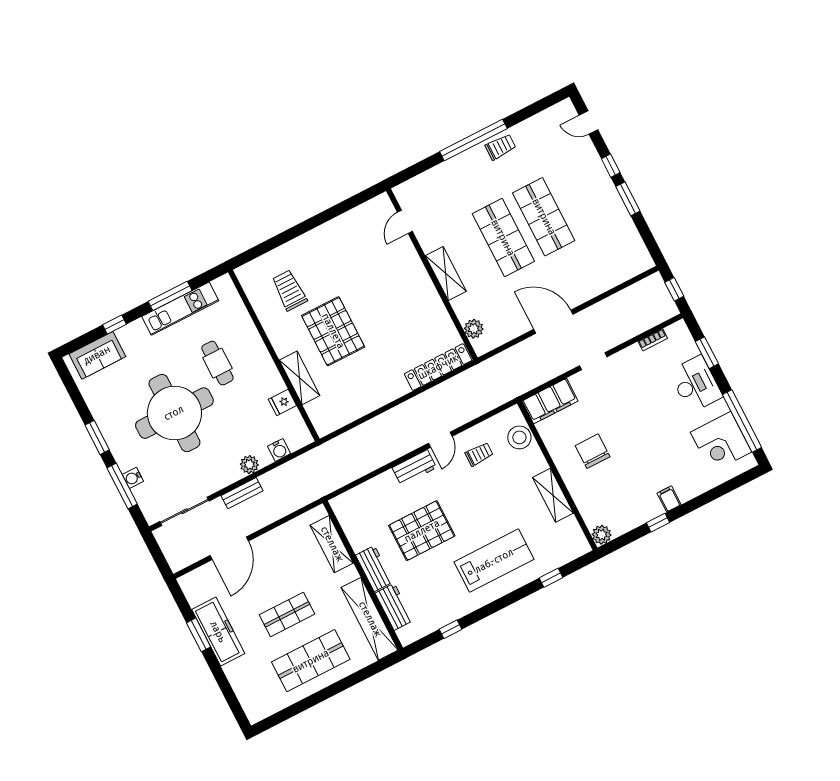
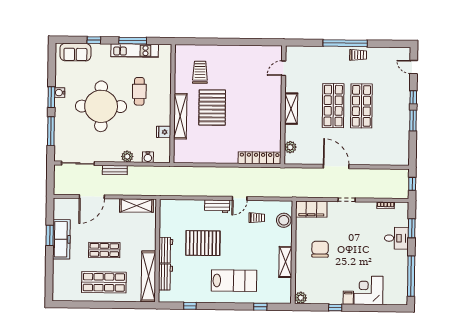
shelving: (300, 378) -> (180, 116), width x1.47
desk: (696, 384) -> (396, 238), width x0.73
corner desk: (721, 442) -> (369, 290), moved, turned 90
water cooler: (133, 478) -> (60, 93), moved
shelving: (332, 544) -> (136, 206), moved, turned 90

